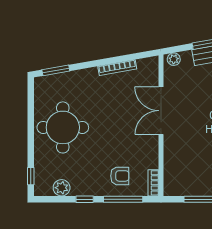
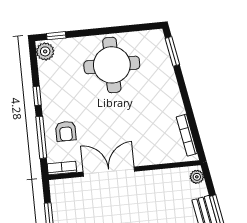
bookcase: (117, 68) -> (187, 135), moved
double door: (161, 111) -> (109, 172), moved
plant: (62, 188) -> (45, 51), moved

